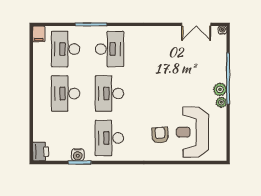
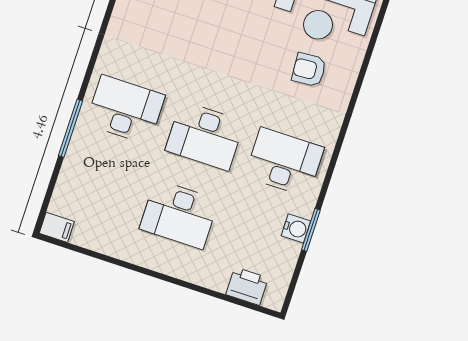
desk: (66, 49) -> (100, 188), removed
desk: (109, 138) -> (284, 162), turned 180
printer: (41, 152) -> (247, 286), moved

